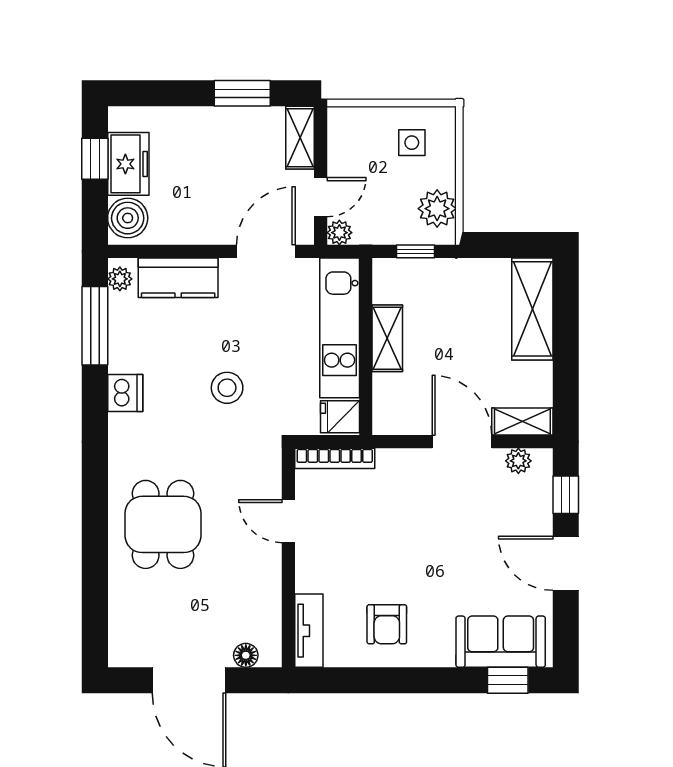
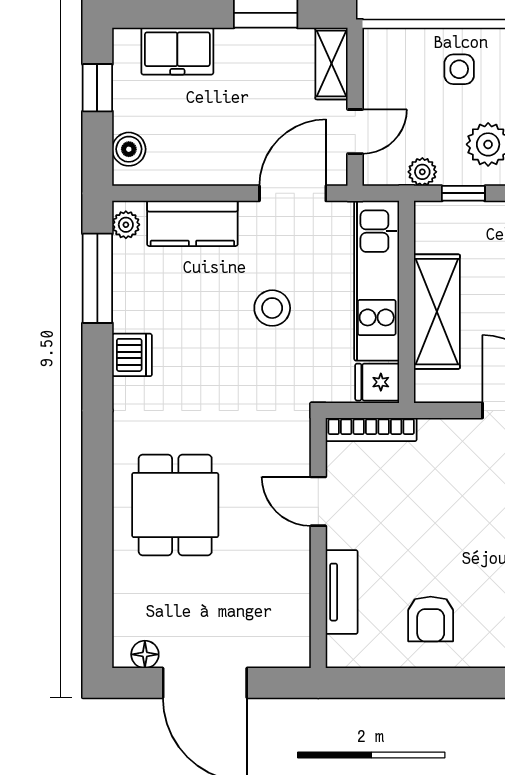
freezer: (128, 164) -> (177, 51), moved, turned 90
boiler: (128, 218) -> (129, 149), width x0.73, depth x0.73
plant: (339, 233) -> (422, 172), moved
shelving: (387, 338) -> (437, 312), width x1.50, depth x1.33
stool: (227, 388) -> (272, 308), moved
tv unit: (309, 631) -> (342, 592), moved
floor lamp: (246, 655) -> (145, 654), moved

